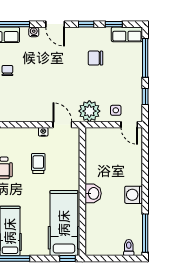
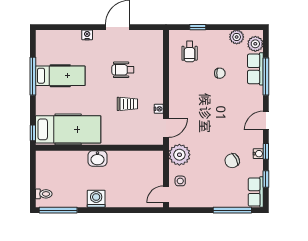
water cooler: (34, 32) -> (258, 154), moved
chair: (95, 58) -> (232, 161), turned -118
window: (145, 97) -> (194, 210), removed

